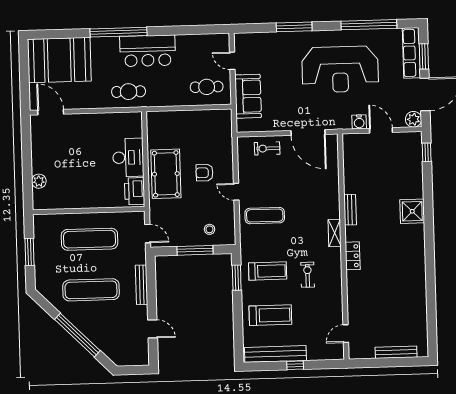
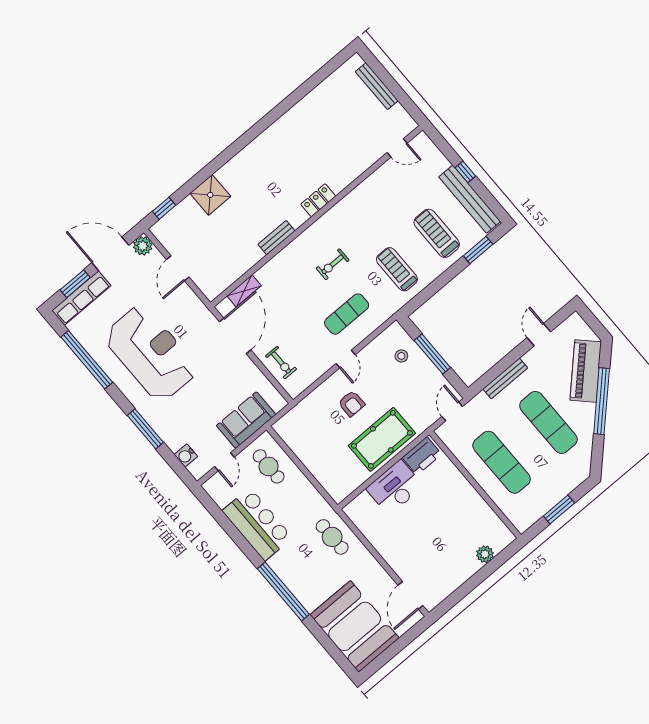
bar counter: (148, 51) -> (257, 524), moved
water cooler: (359, 122) -> (186, 455), moved, turned 180
shower: (412, 211) -> (210, 195), moved
exercise mat: (265, 216) -> (347, 314), turned 90
shelving: (335, 233) -> (244, 291), moved
exercise bike: (308, 275) -> (333, 264), moved
window: (237, 278) -> (478, 250), moved
piano: (105, 340) -> (586, 371), added

